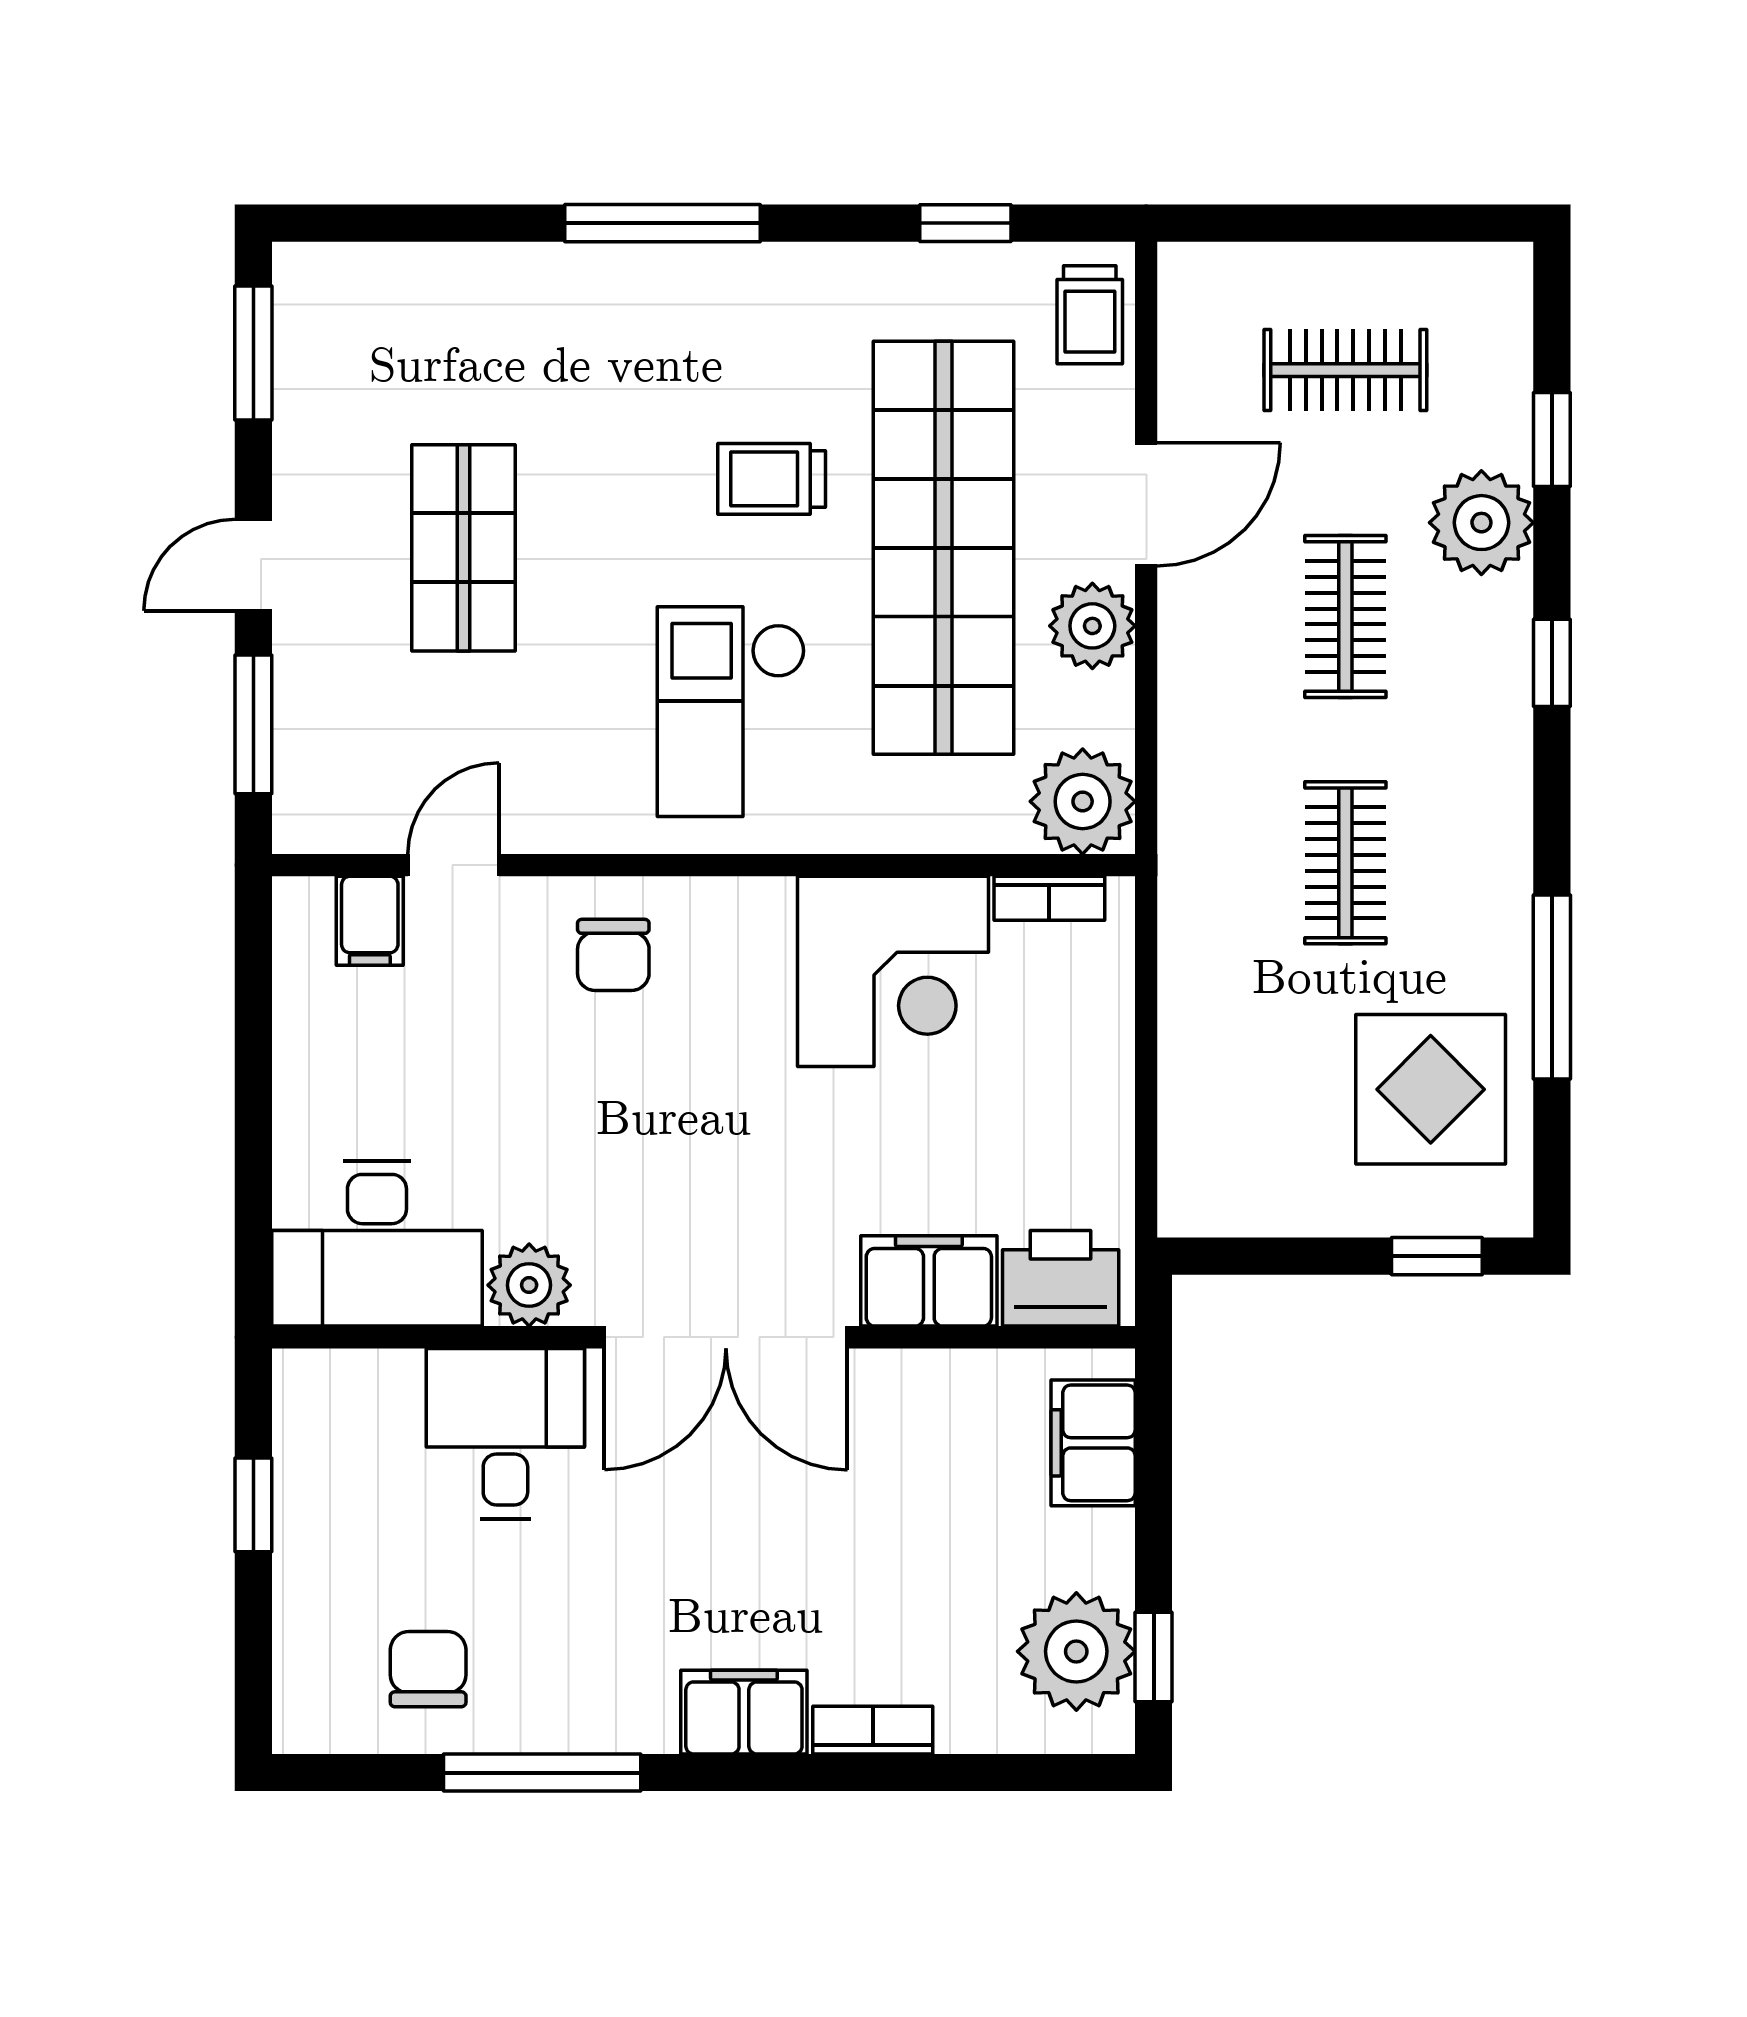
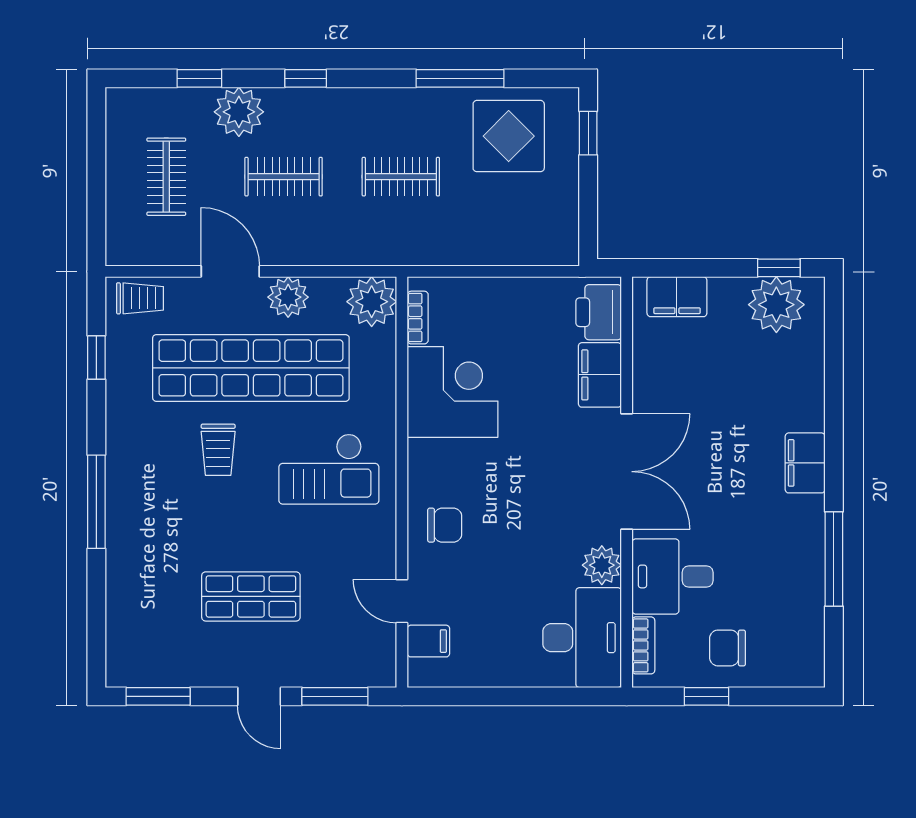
chair: (428, 1669) -> (728, 648), moved
bookcase: (873, 1730) -> (643, 645), moved, turned 180

